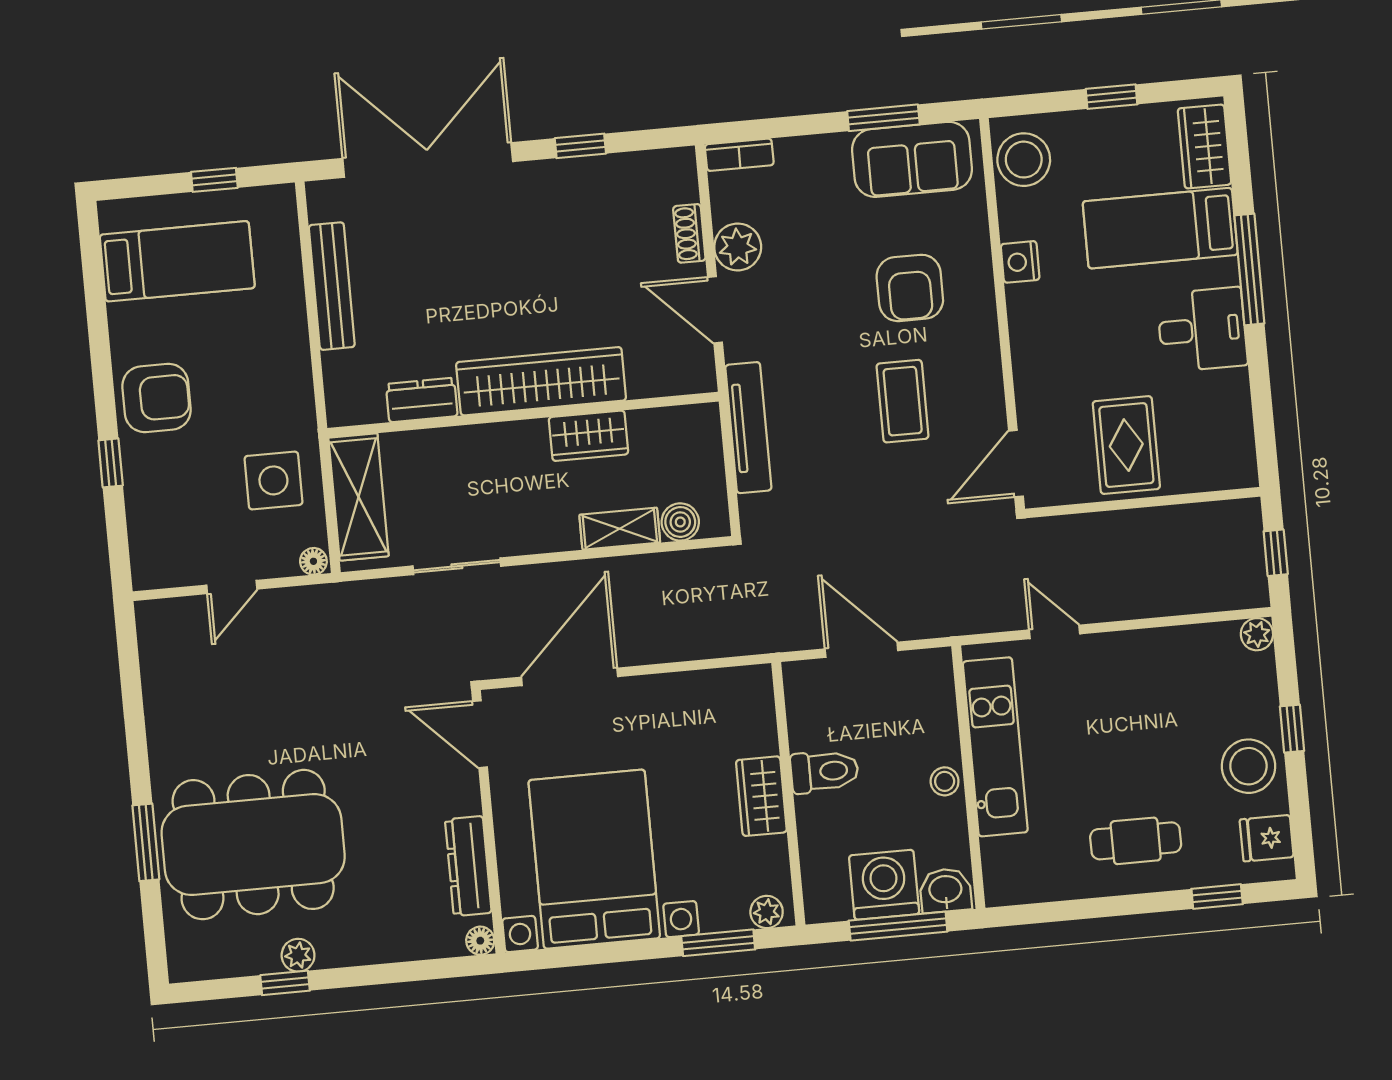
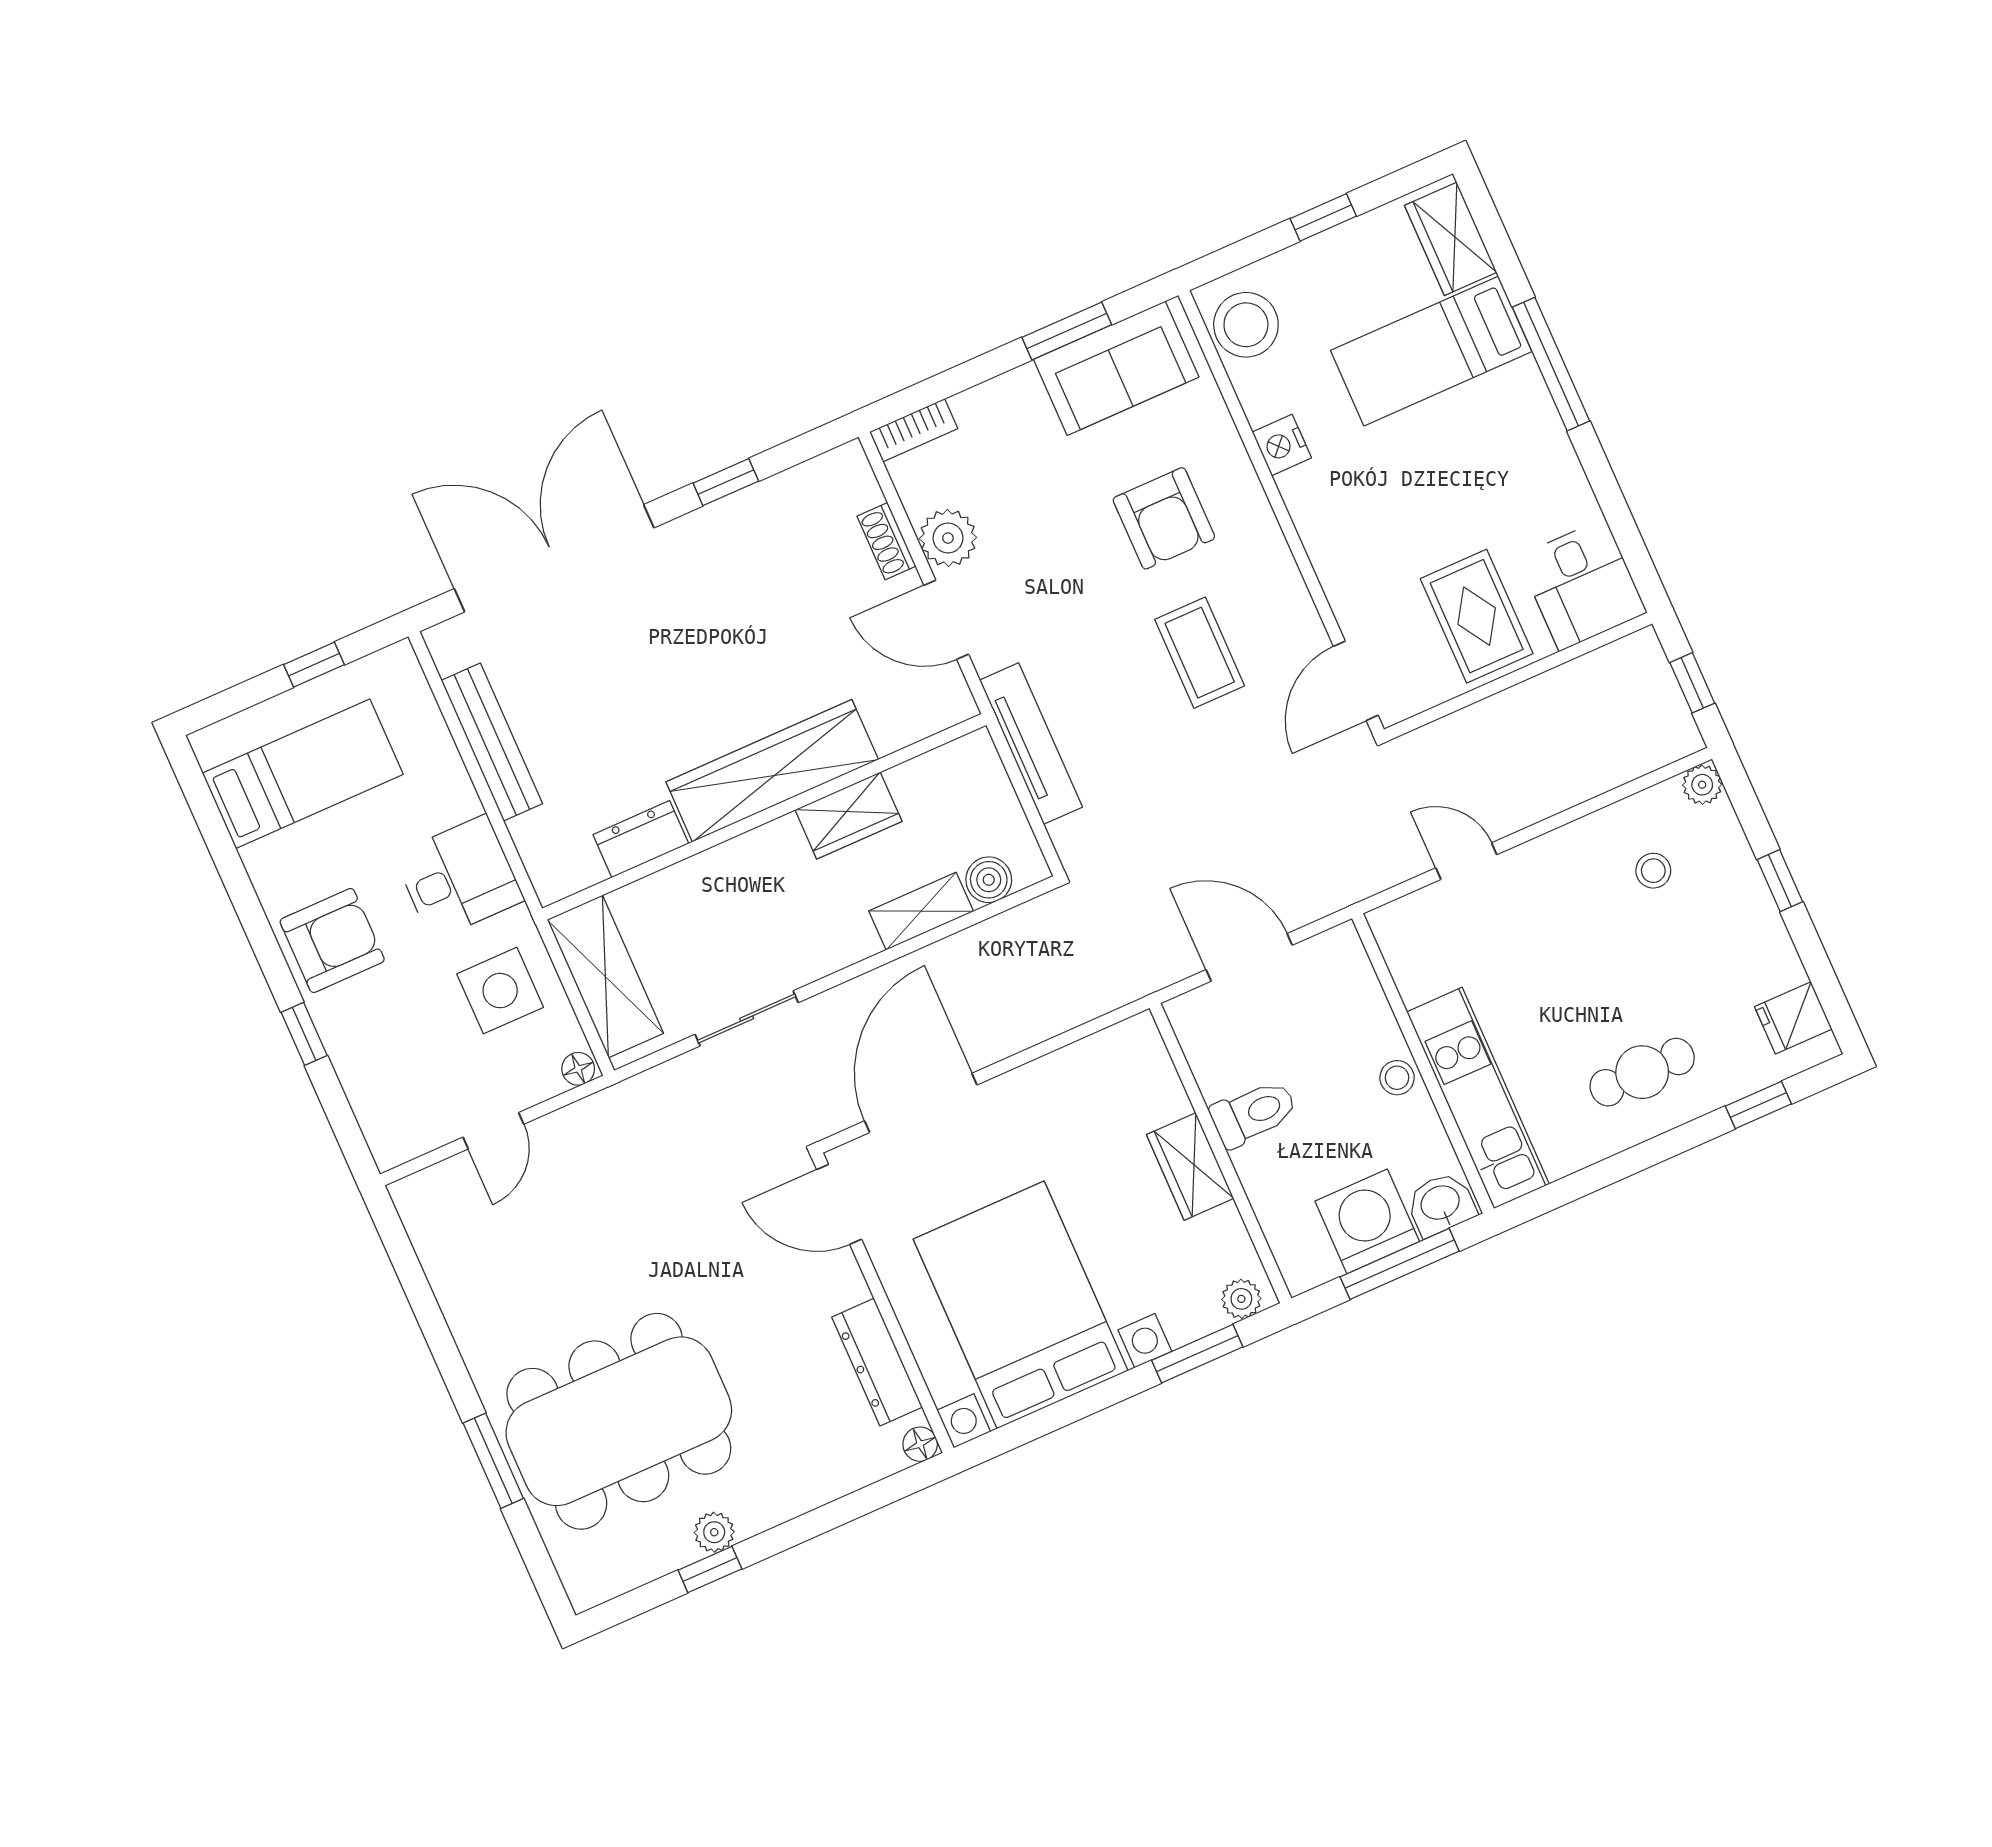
desk: (1202, 330) -> (1582, 585), moved, turned 90
desk: (271, 382) -> (459, 878), added
kitchen unit: (995, 747) -> (1478, 1098), moved
stool: (1248, 766) -> (1653, 871), moved, width x0.53, depth x0.53

